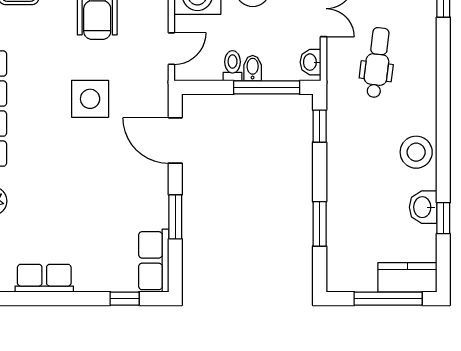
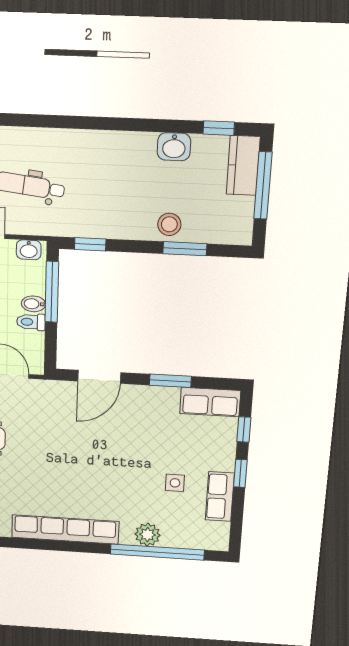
side table: (90, 99) -> (175, 483), moved, width x0.54, depth x0.54
stool: (416, 152) -> (169, 224), moved, width x0.73, depth x0.73
window: (443, 218) -> (219, 128), moved
window: (73, 299) -> (240, 473), added

